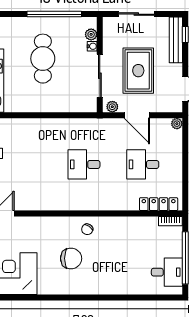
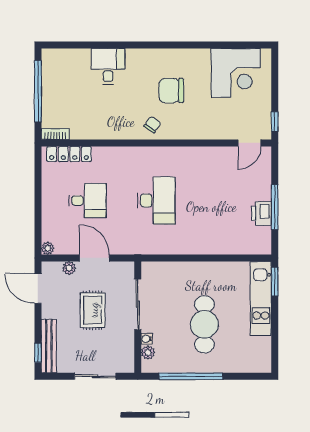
rug: (138, 71) -> (93, 310), width x0.73, depth x0.70
plant: (112, 107) -> (69, 268), moved
desk: (84, 164) -> (156, 200), width x1.37
desk: (167, 272) -> (108, 66), moved, turned 90

